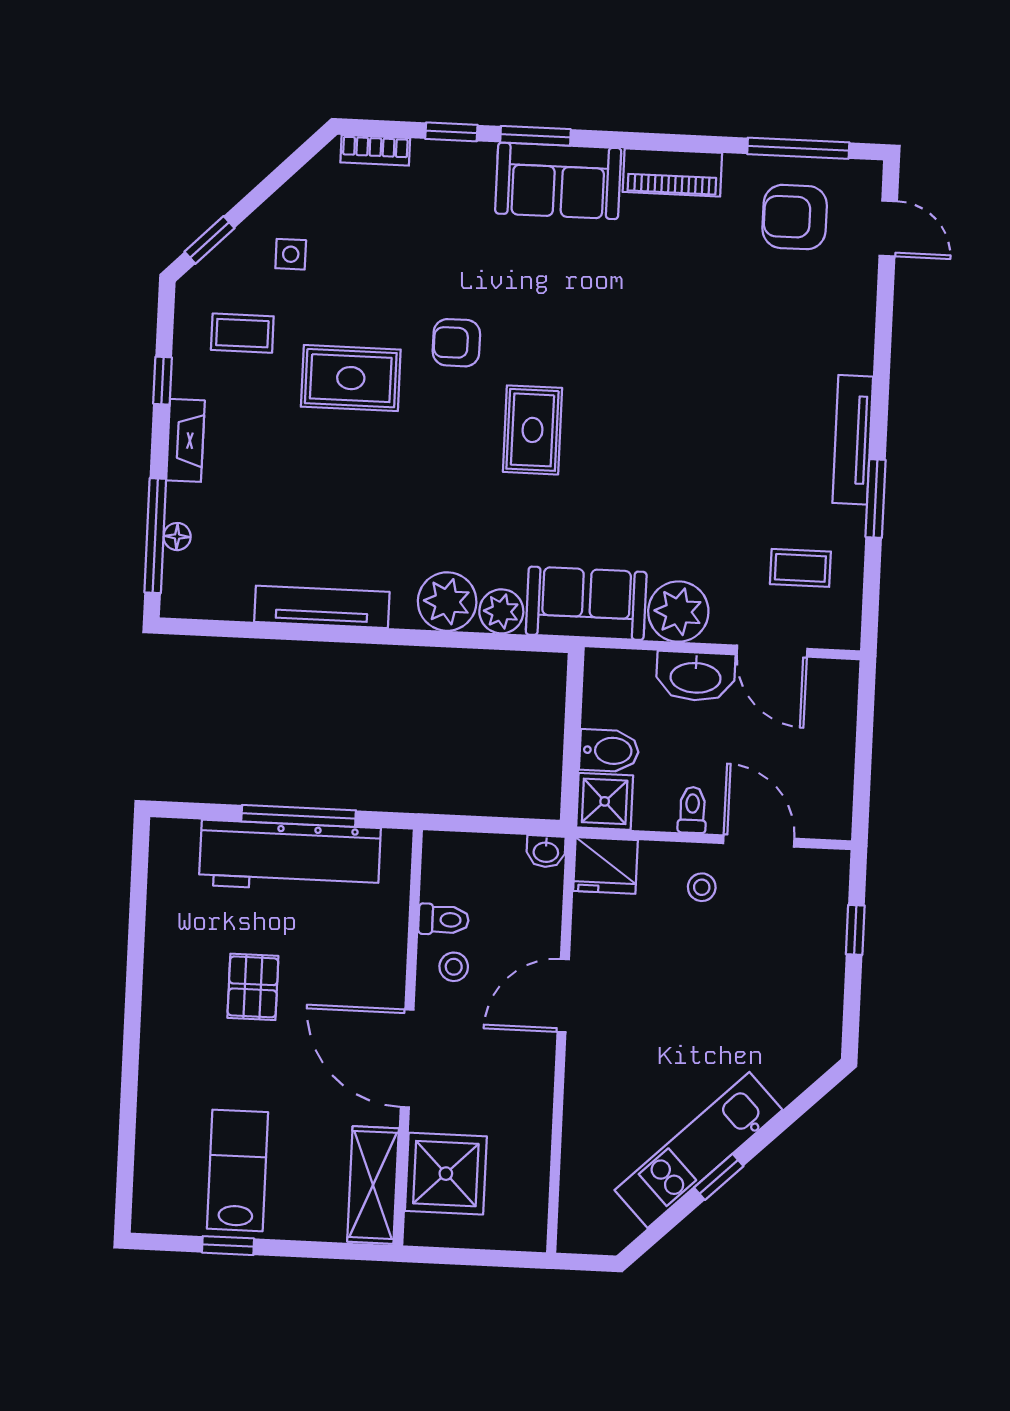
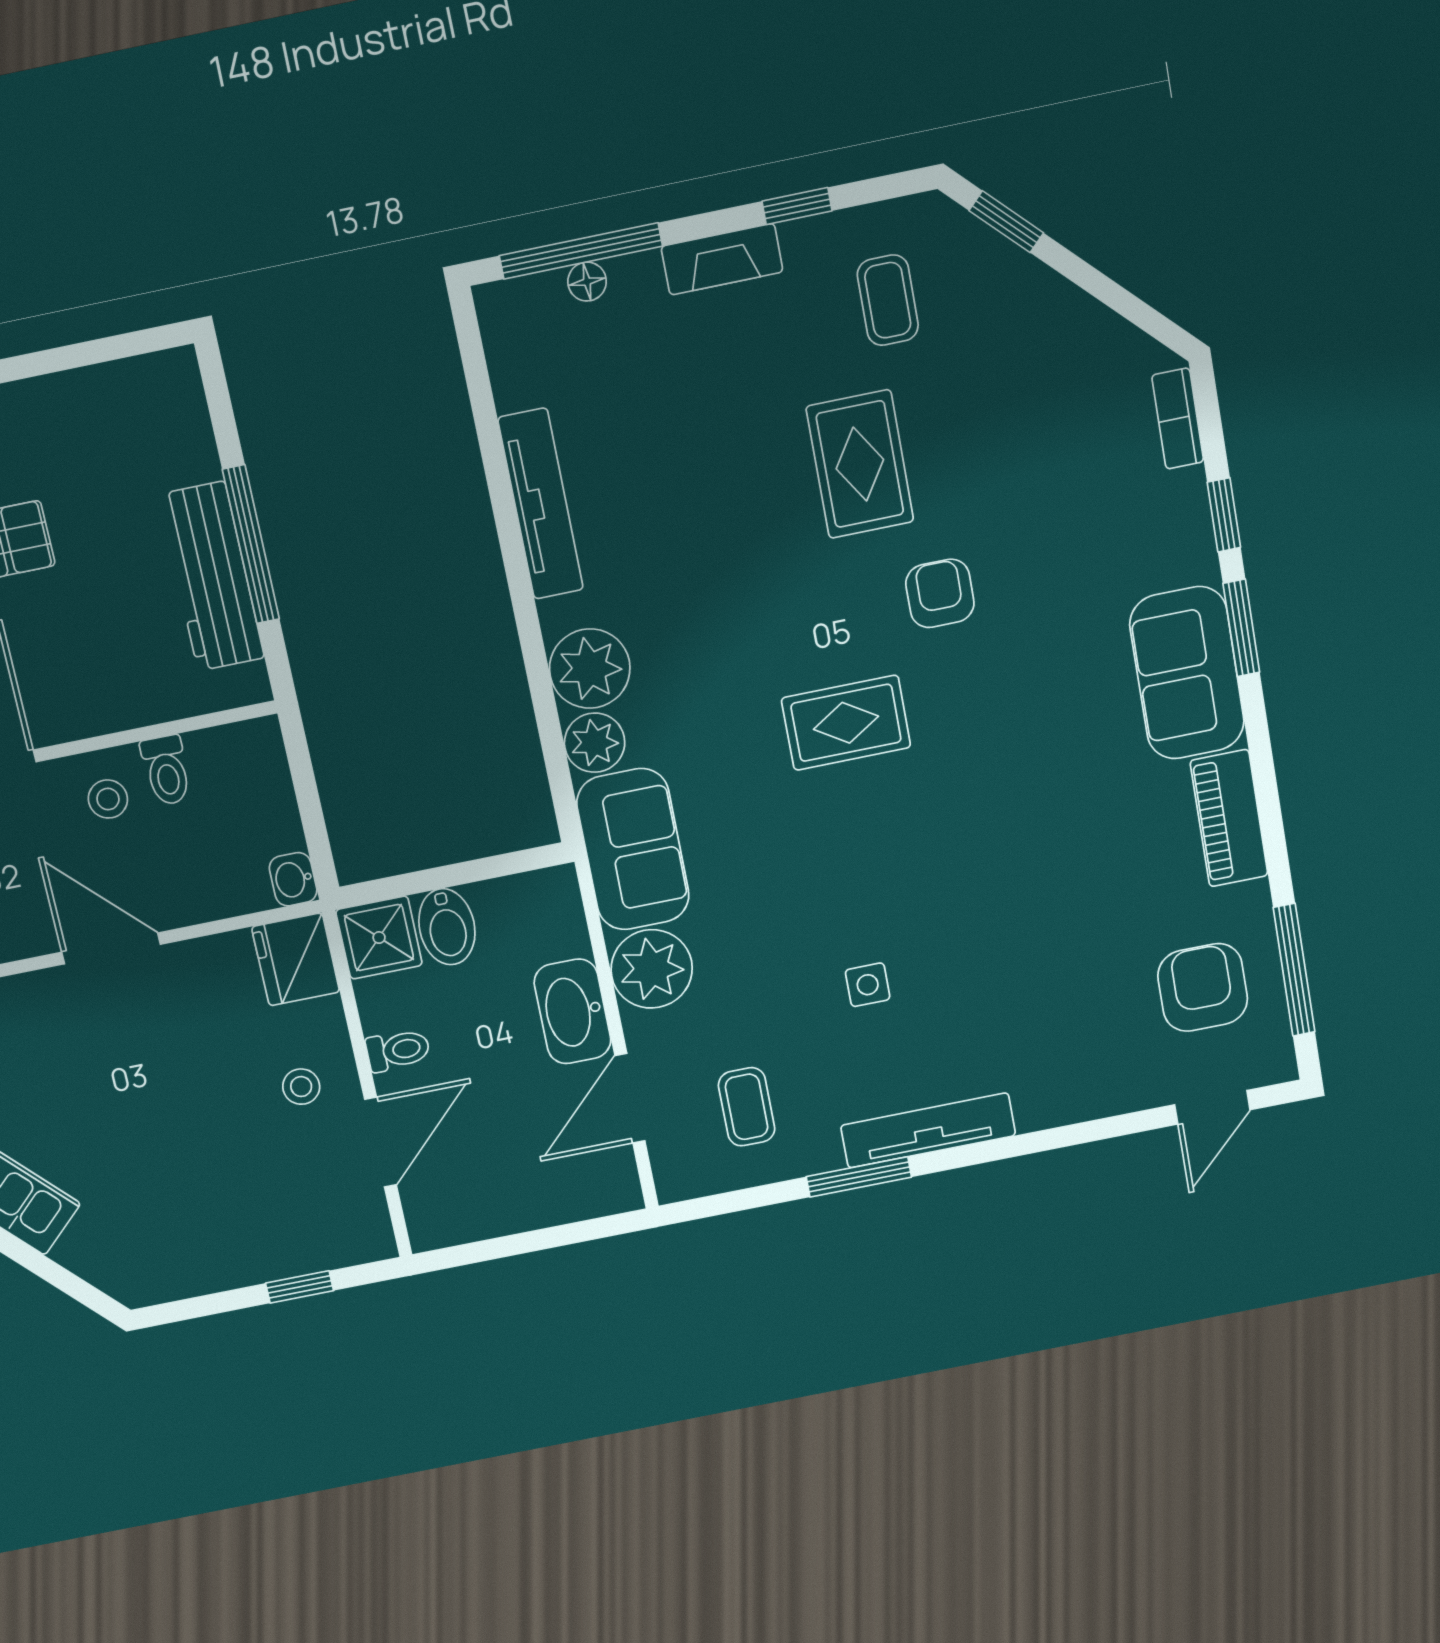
side table: (291, 254) -> (868, 985), moved
workbench: (290, 856) -> (211, 577), width x0.73, depth x0.76

